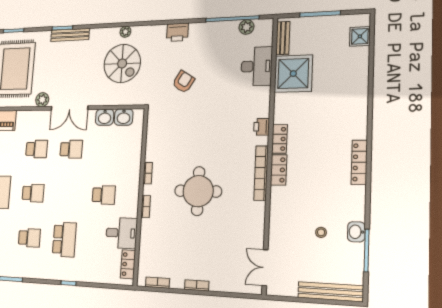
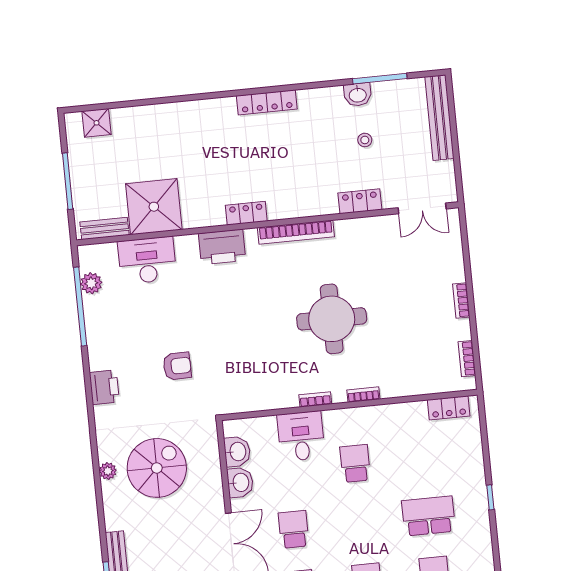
armchair: (183, 82) -> (177, 366), turned 147
printer: (262, 127) -> (222, 247), width x1.87, depth x1.48
locker: (279, 170) -> (360, 201), moved
desk: (121, 233) -> (301, 436), moved

